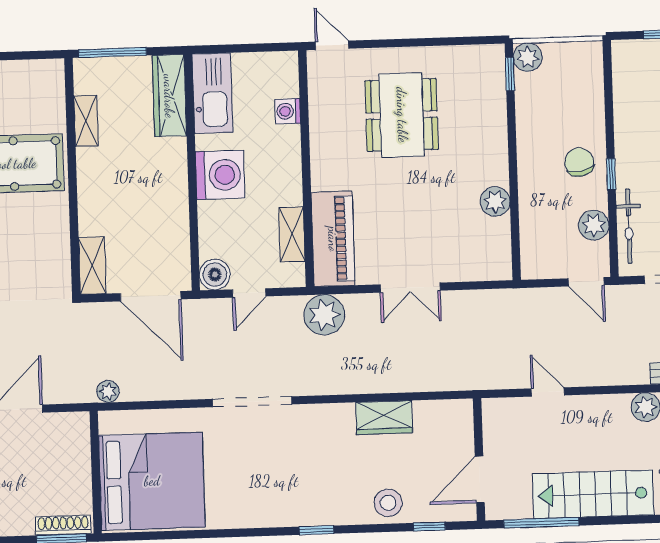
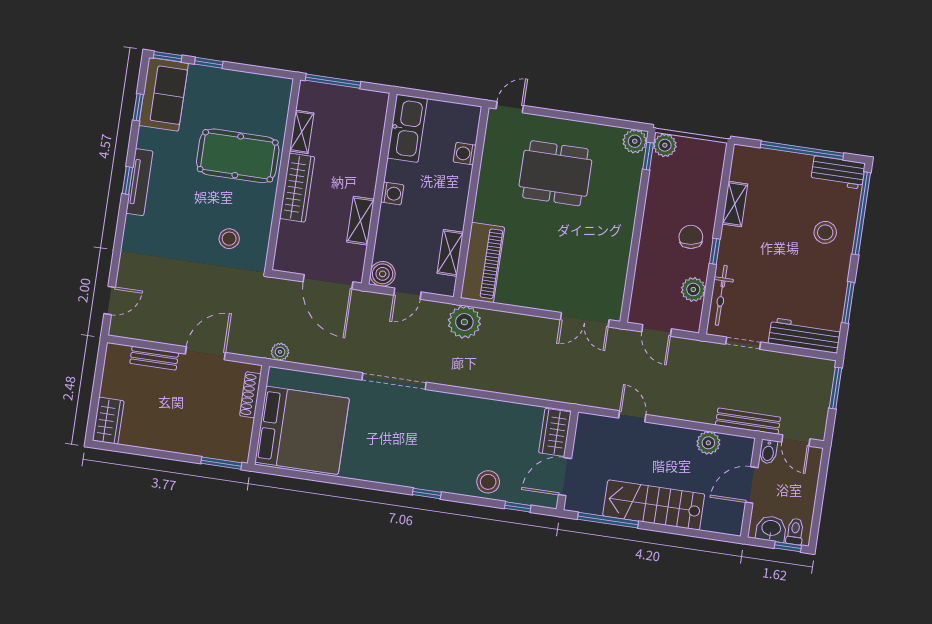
door: (332, 45) -> (510, 107), hinge flipped
wardrobe: (169, 96) -> (297, 188), moved, turned 180
shelving: (625, 113) -> (735, 204), added
dining table: (402, 115) -> (555, 173), turned 90
washing machine: (220, 175) -> (392, 193), width x0.53, depth x0.53
plant: (495, 202) -> (635, 141), moved
shelving: (92, 265) -> (360, 221), moved
stool: (22, 266) -> (229, 239), added
door: (586, 282) -> (657, 330), moved
double door: (410, 288) -> (585, 320), moved
wardrobe: (384, 418) -> (555, 432), moved, turned 90
shoe rack: (63, 525) -> (250, 395), moved, turned -90

